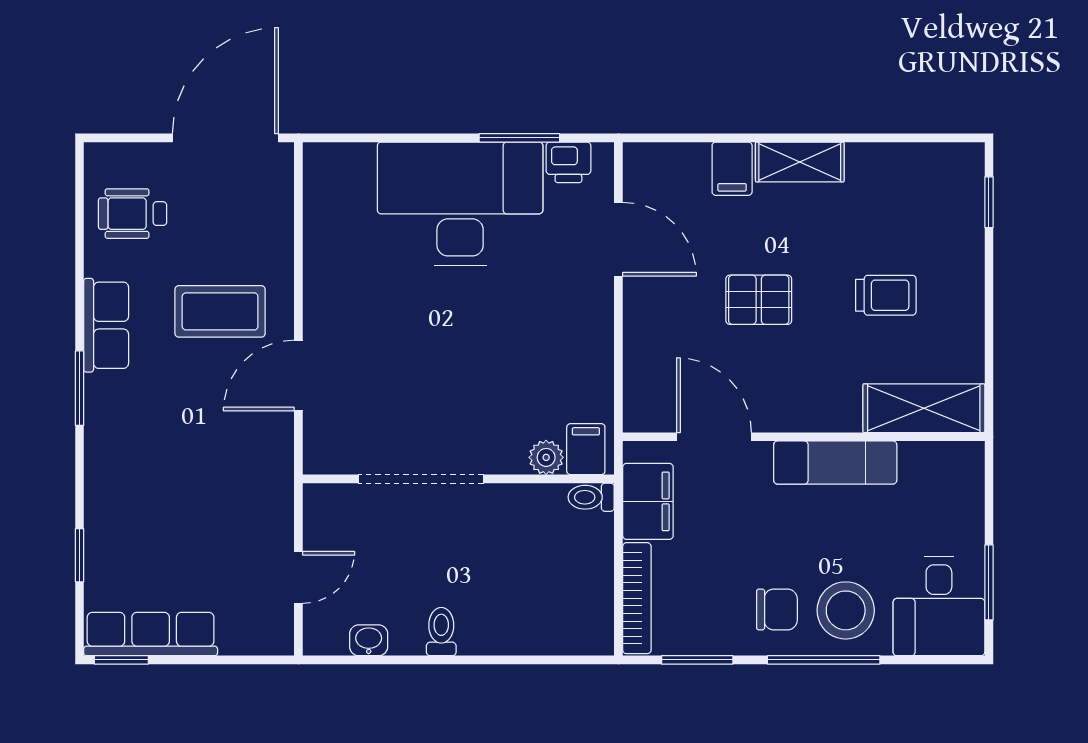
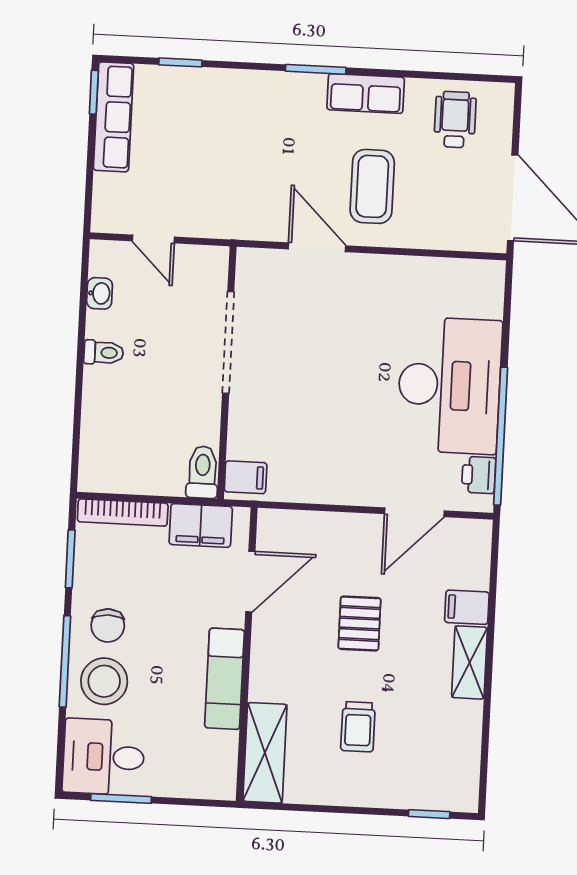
window: (519, 138) -> (501, 436), width x2.11
plant: (546, 457) -> (240, 445), removed
toilet: (591, 497) -> (202, 472), width x1.37, depth x1.39

